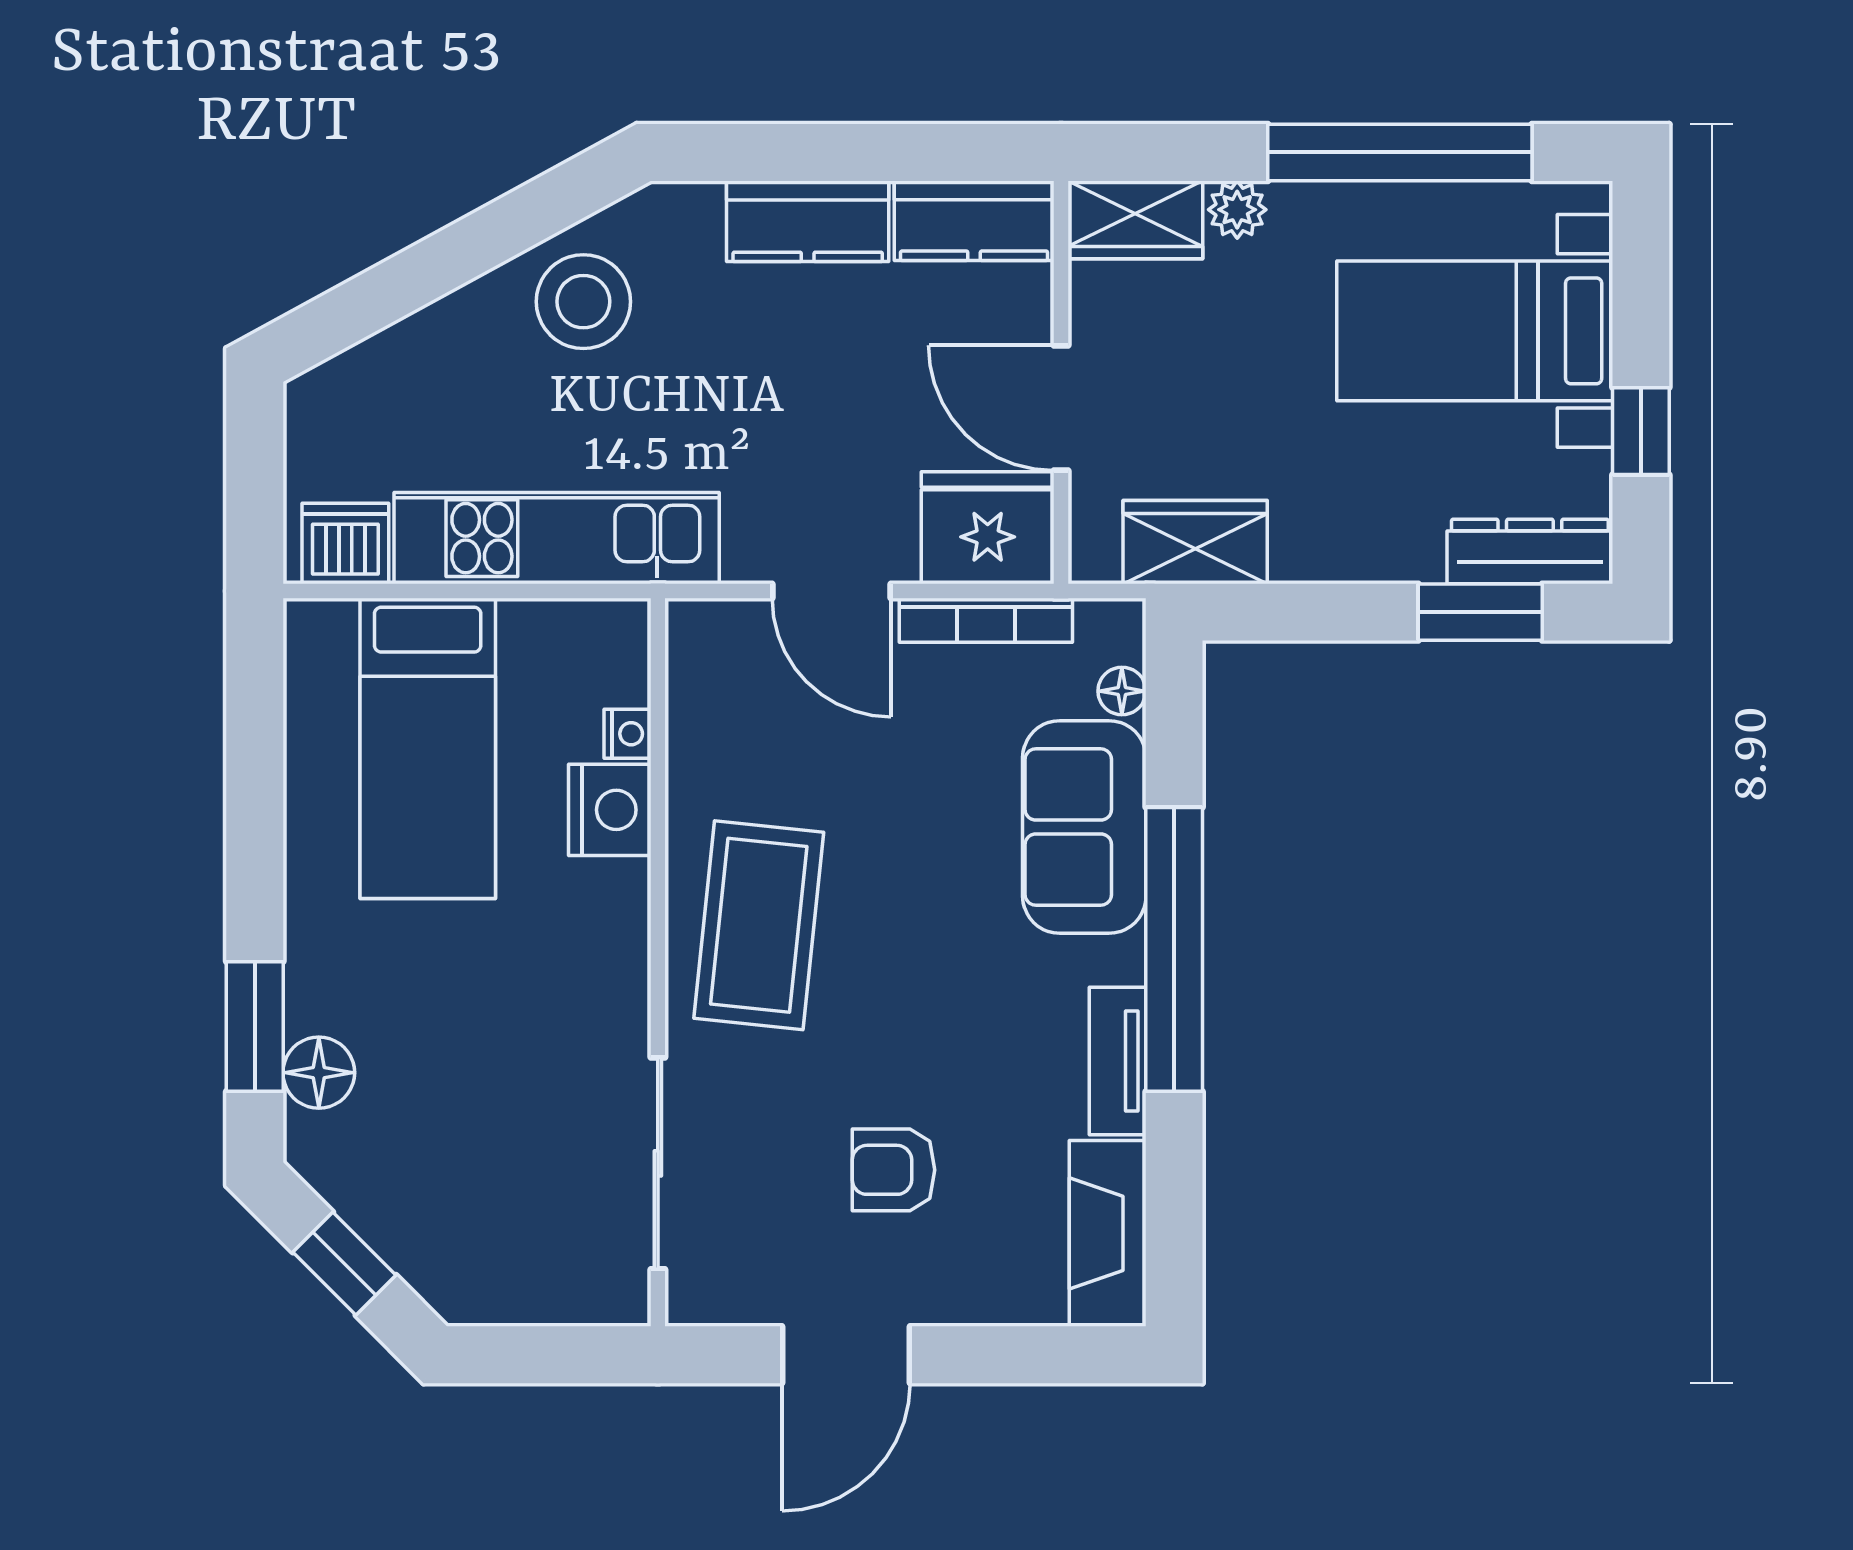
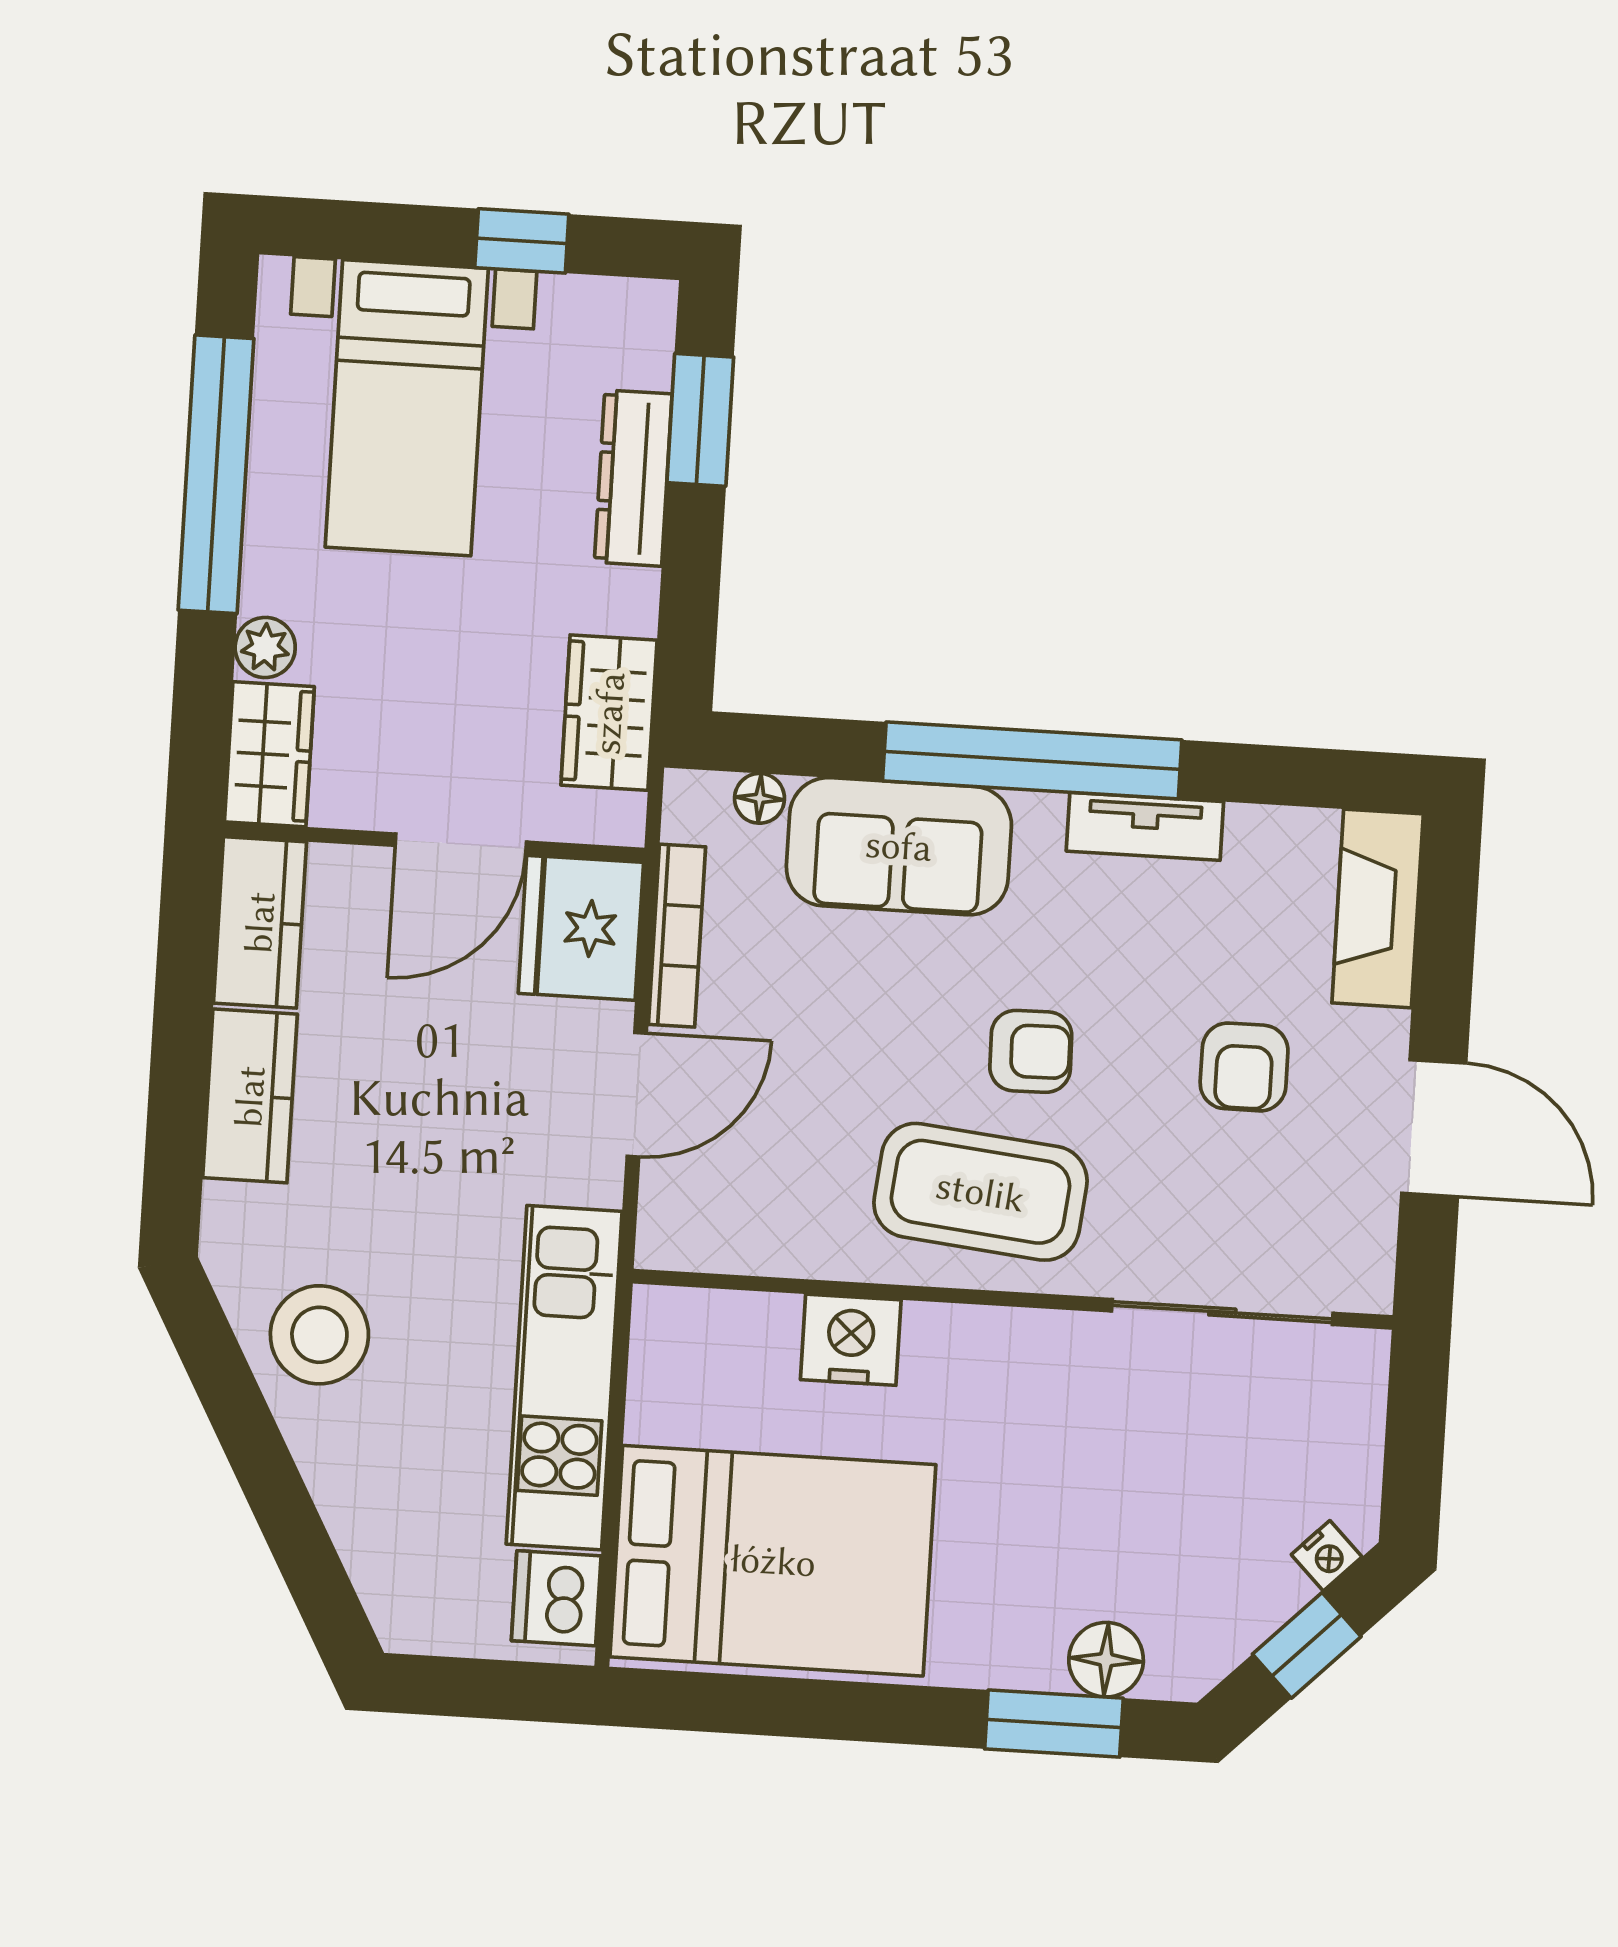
dresser: (1530, 552) -> (633, 478), moved
nightstand: (627, 734) -> (1327, 1556), moved, turned 135
bed: (428, 748) -> (773, 1561), width x1.50
armchair: (896, 965) -> (1031, 1051), added
fireplace: (1108, 1233) -> (1378, 908), moved, turned 90

